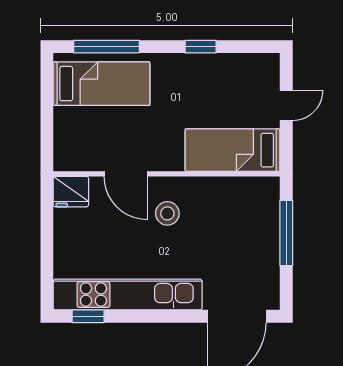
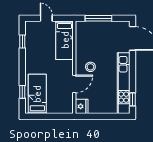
window: (106, 47) -> (22, 92), width x0.46
window: (201, 47) -> (22, 42), moved

